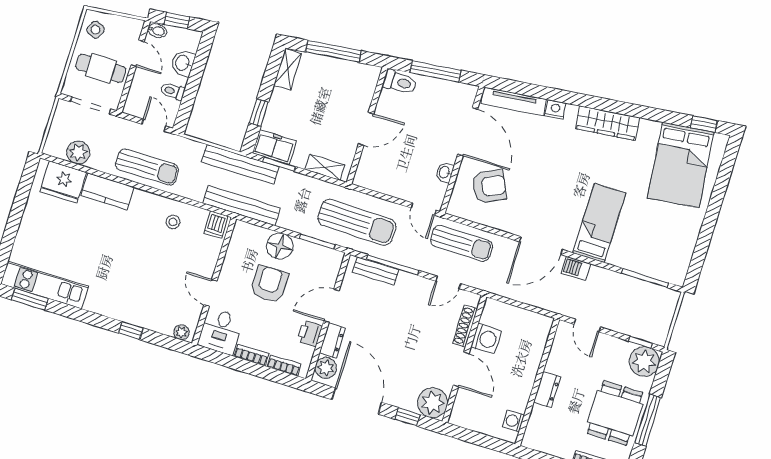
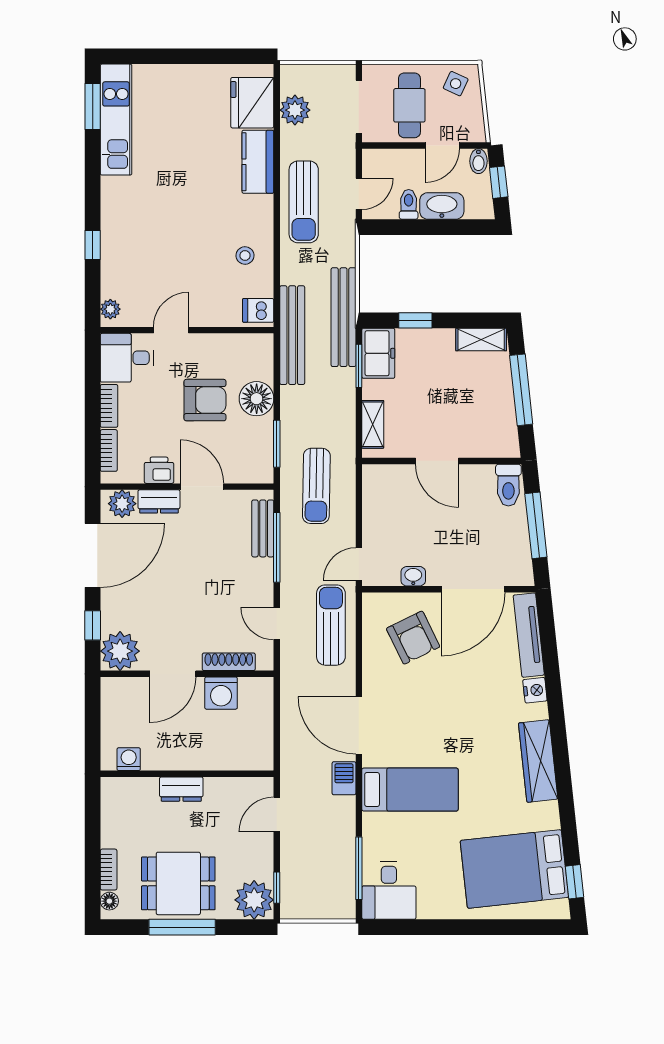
washbasin: (183, 63) -> (442, 206), width x1.38
sun lounger: (357, 222) -> (316, 486), width x0.73, depth x0.75
sun lounger: (462, 243) -> (331, 625), turned 180
desk: (668, 261) -> (389, 890), added

